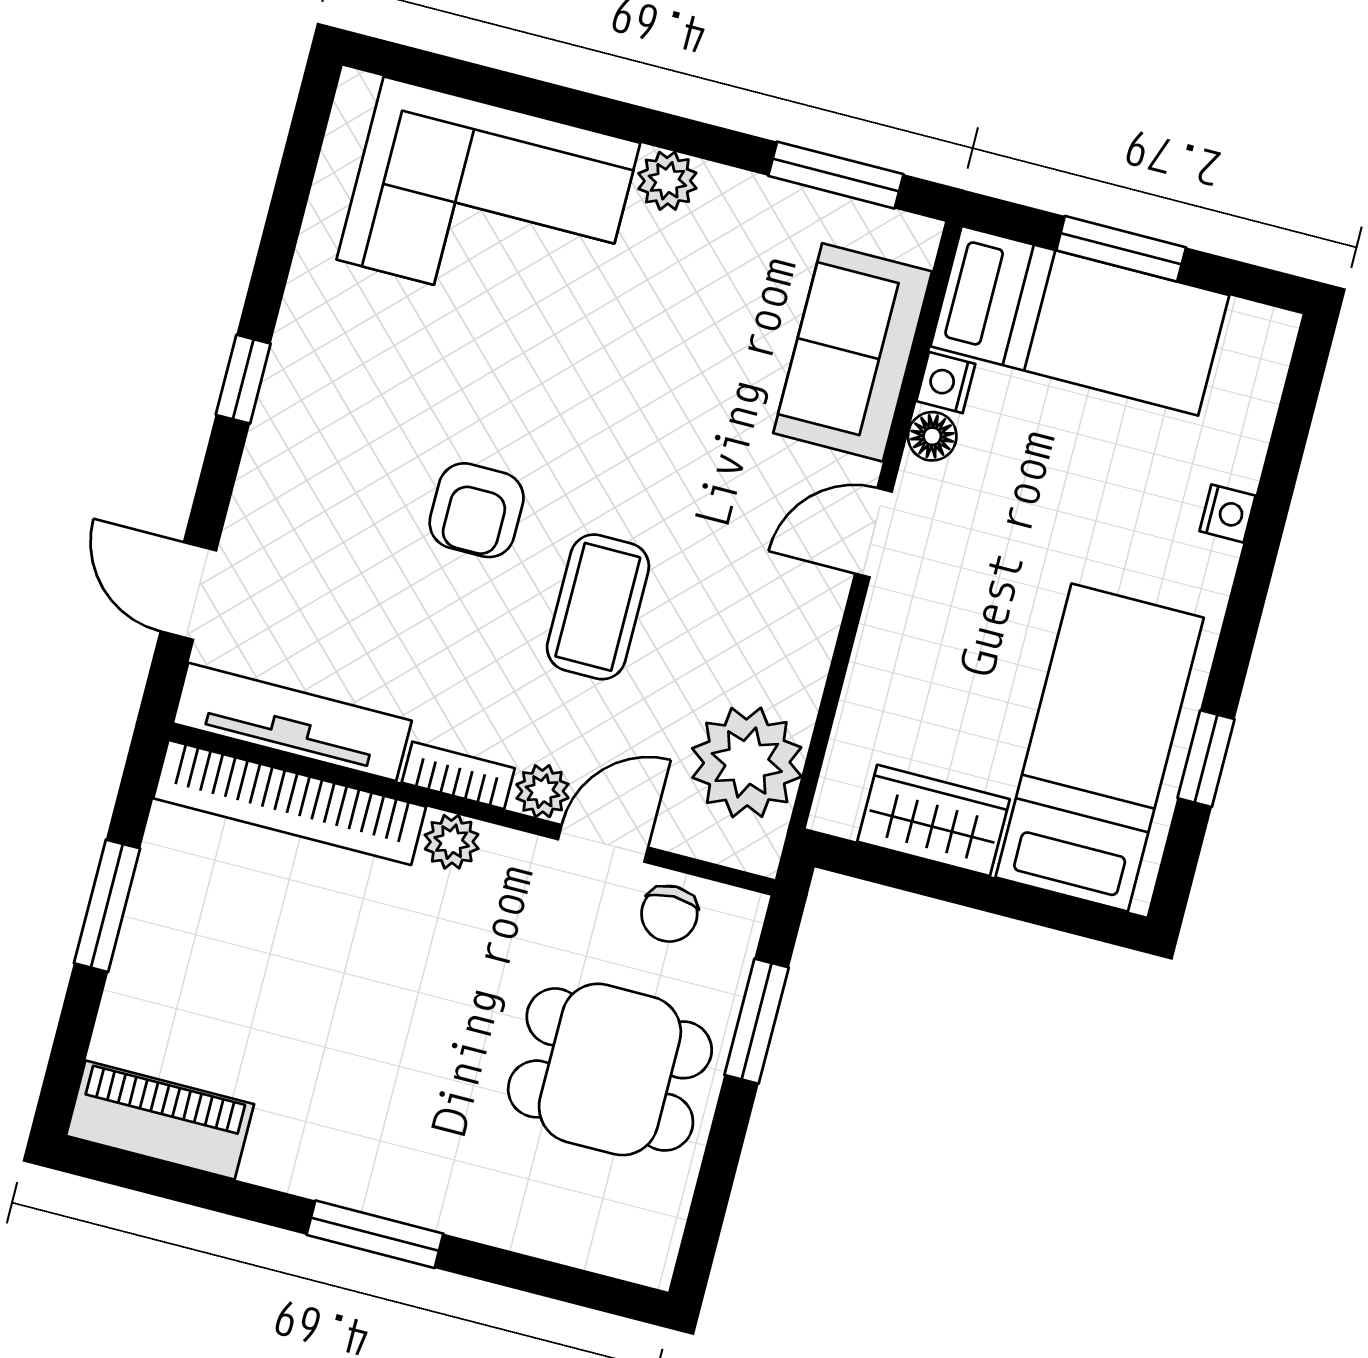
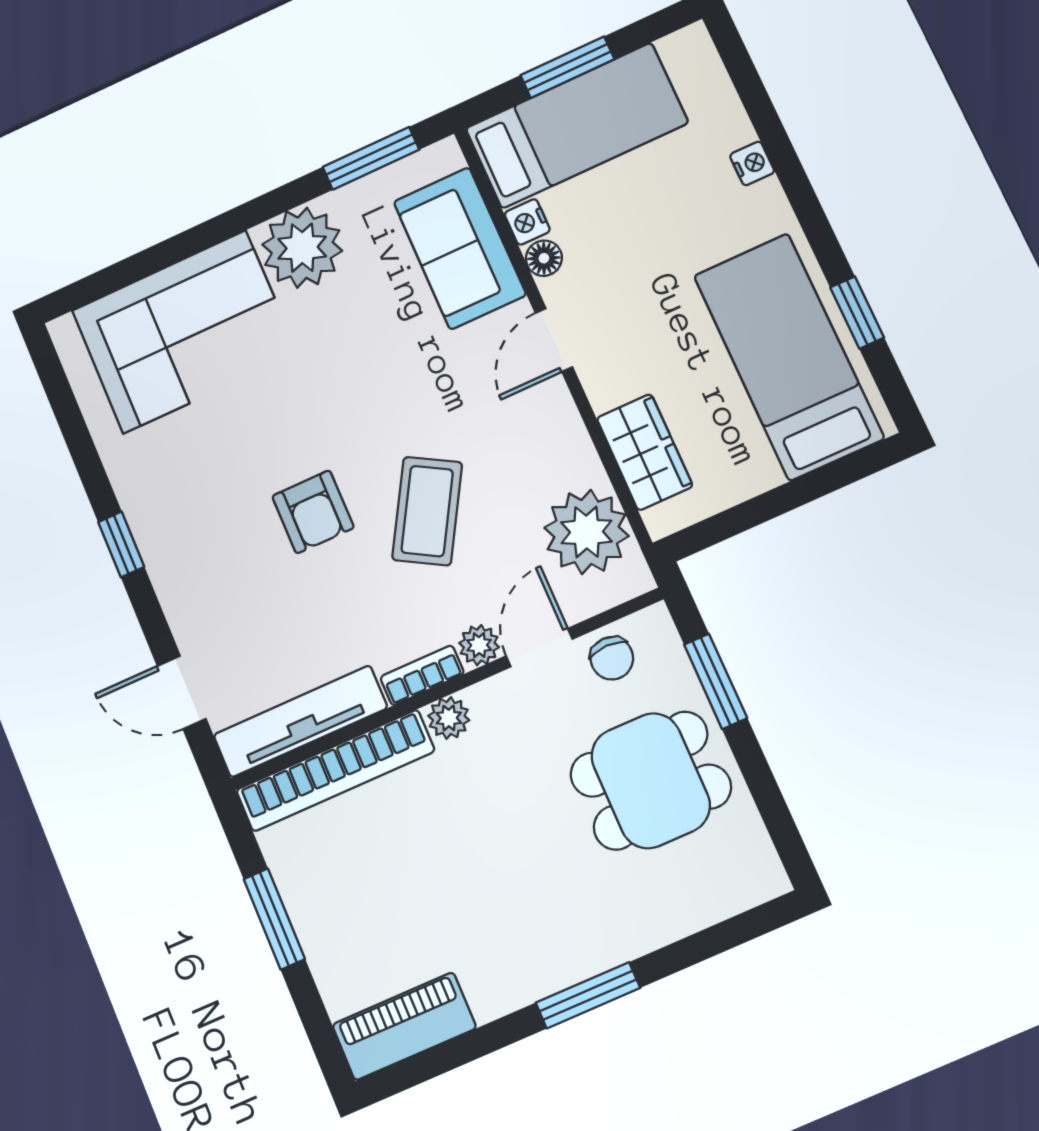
plant: (667, 181) -> (302, 248), width x1.87, depth x1.87
coffee table: (598, 607) -> (427, 511), turned 30
wardrobe: (934, 820) -> (645, 452), moved, turned 90

